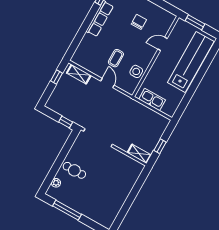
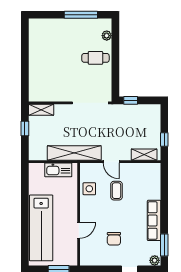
shelving: (132, 106) -> (74, 153), added

